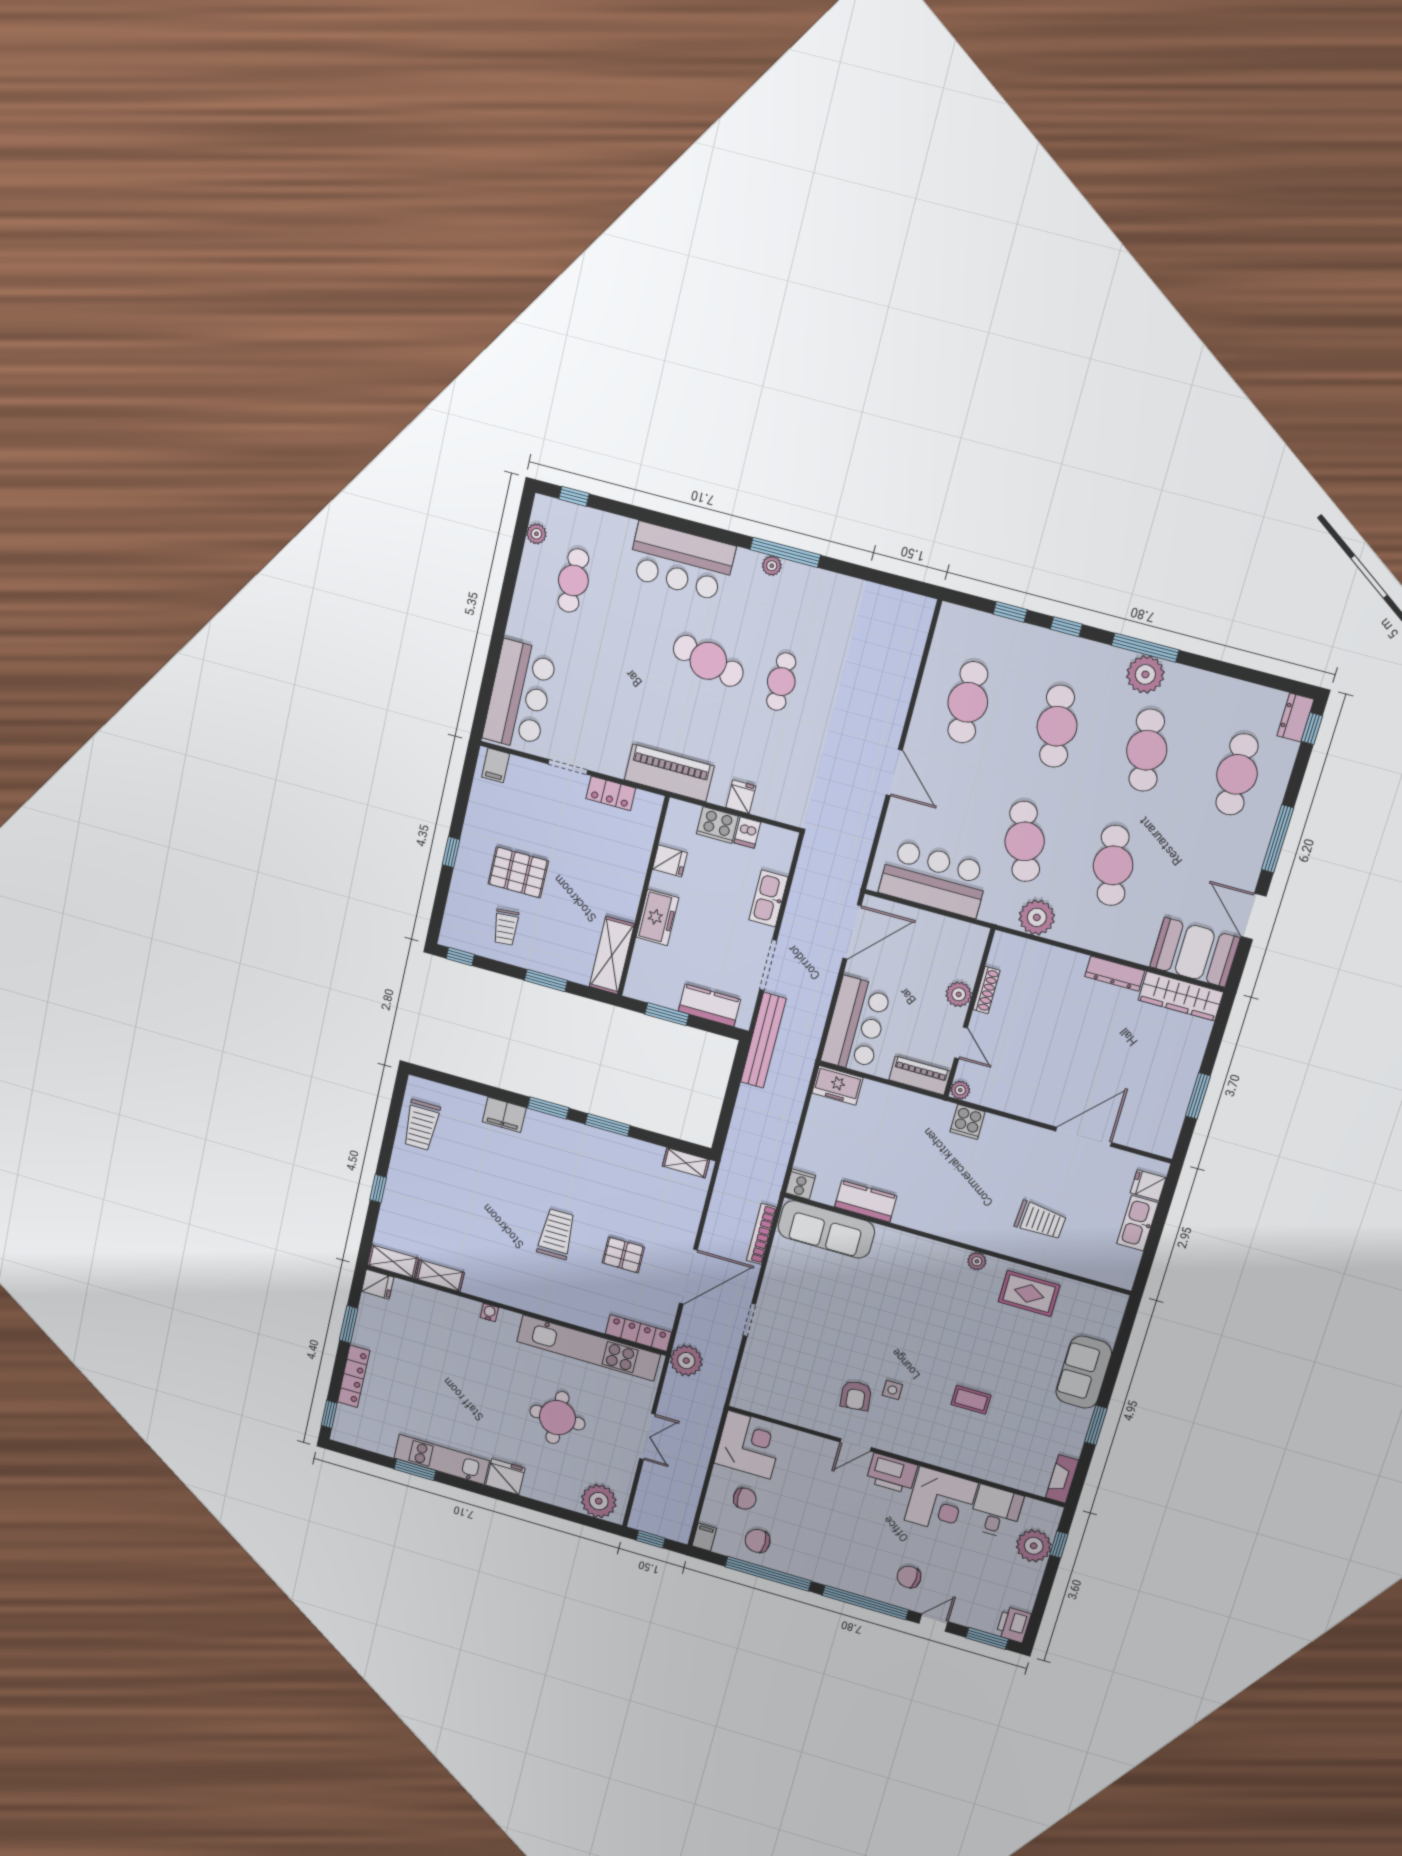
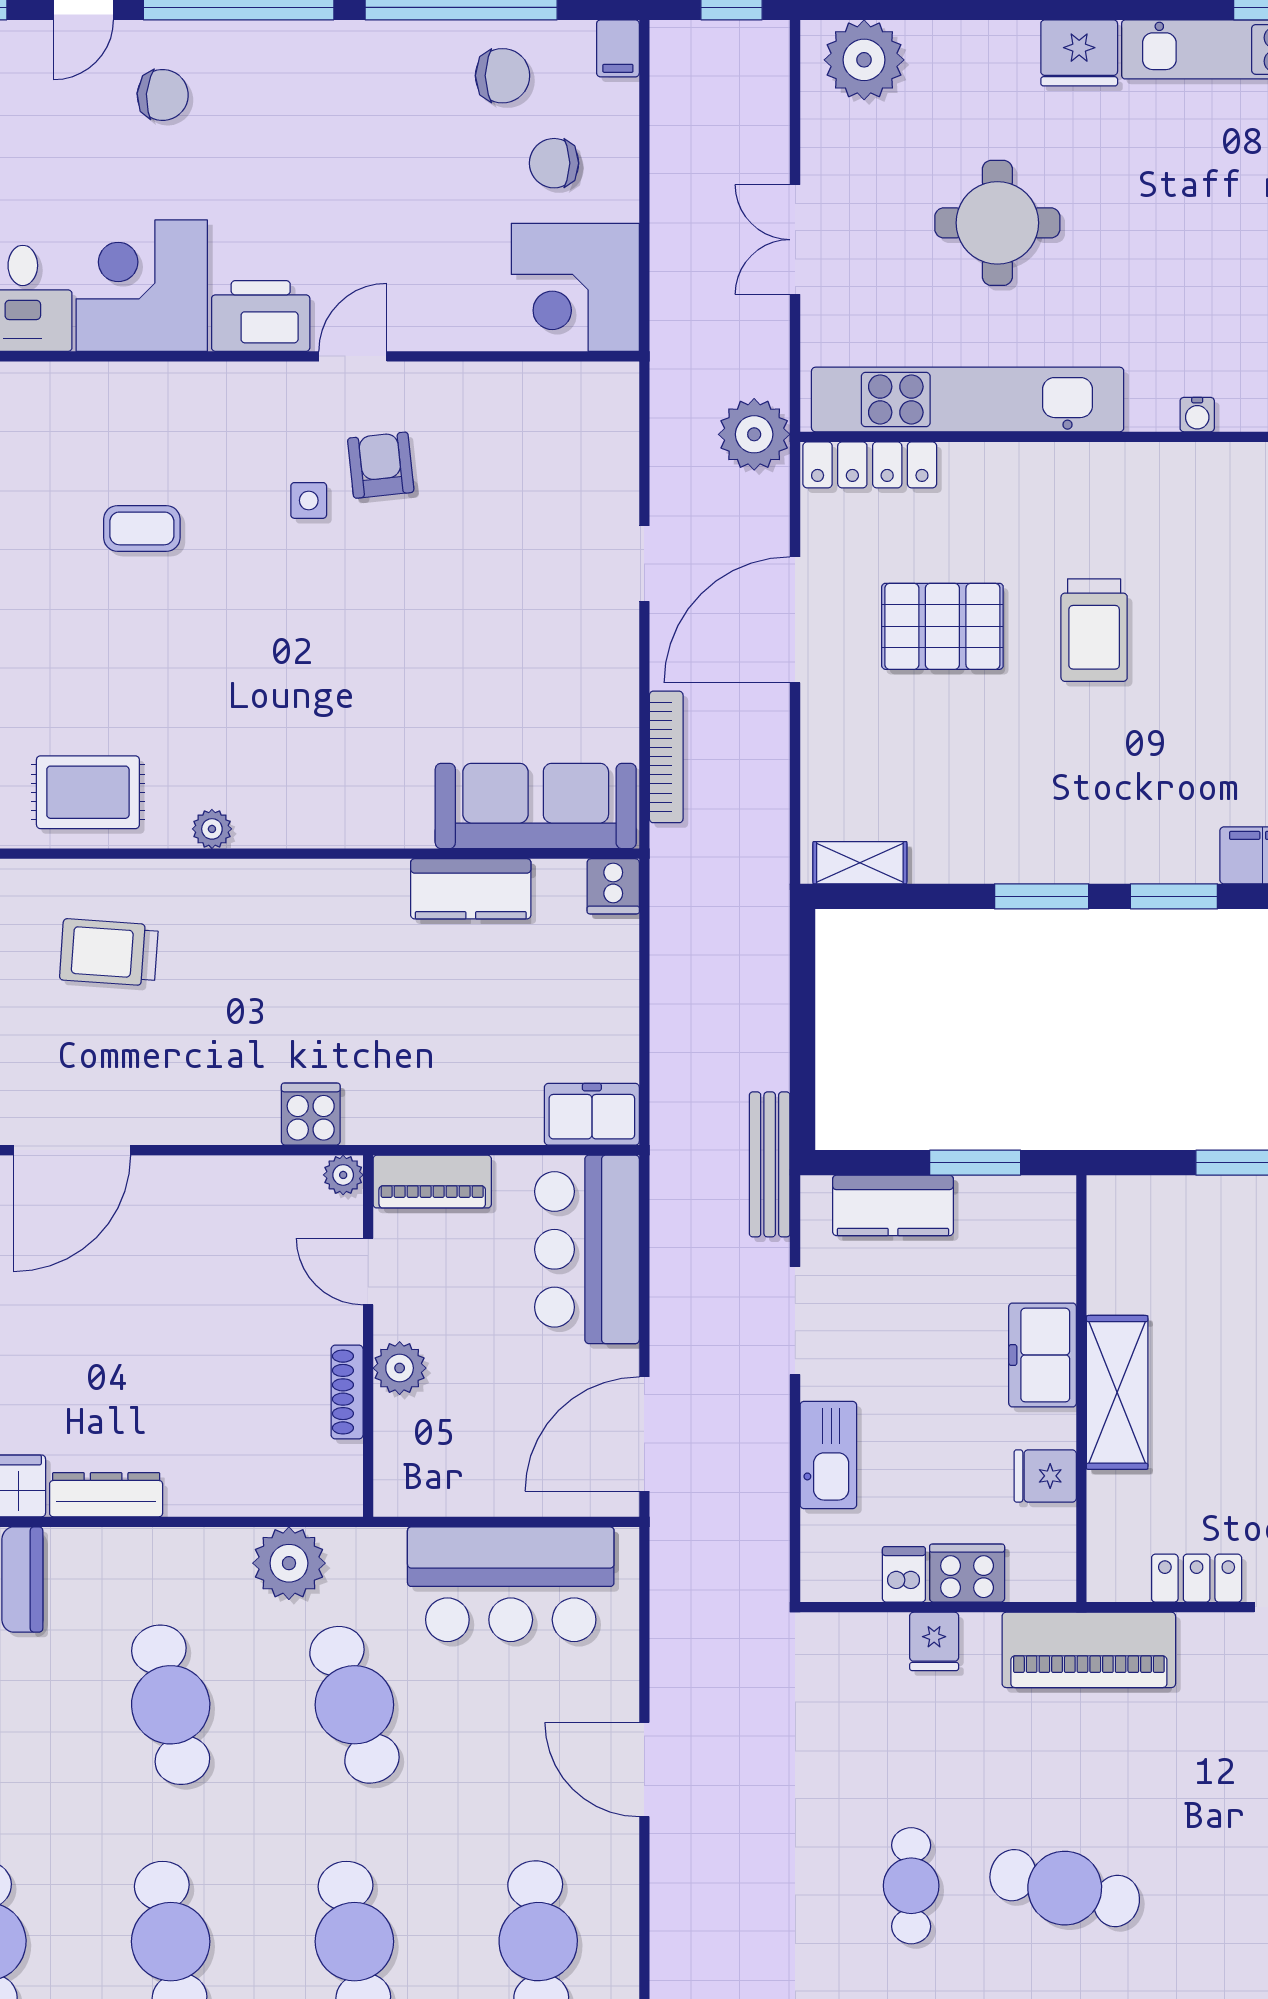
shelving: (612, 955) -> (1117, 1392), moved
bench: (763, 1040) -> (770, 1164), width x0.73, depth x0.82
pallet: (623, 1255) -> (942, 626), width x1.50, depth x1.42

